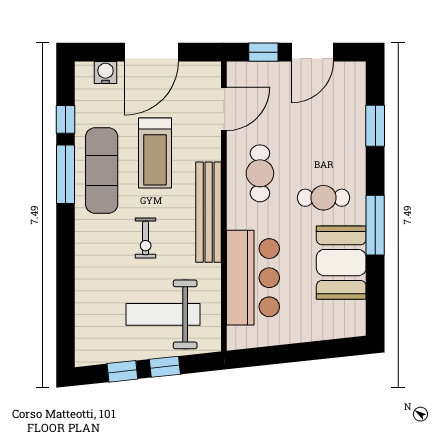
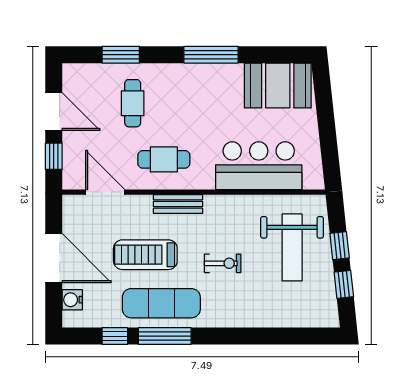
treadmill: (155, 153) -> (145, 255), turned 180
cafe table: (323, 198) -> (133, 103), moved
bench: (209, 212) -> (178, 204), width x0.54, depth x0.82
booth: (341, 263) -> (278, 86), moved

